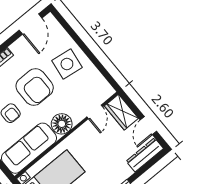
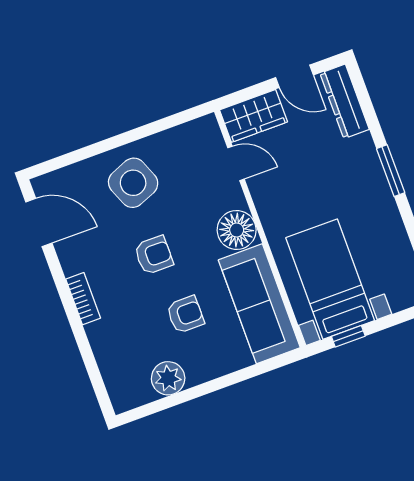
side table: (67, 64) -> (133, 183), turned -30
armchair: (35, 87) -> (154, 255), width x0.53, depth x0.53

